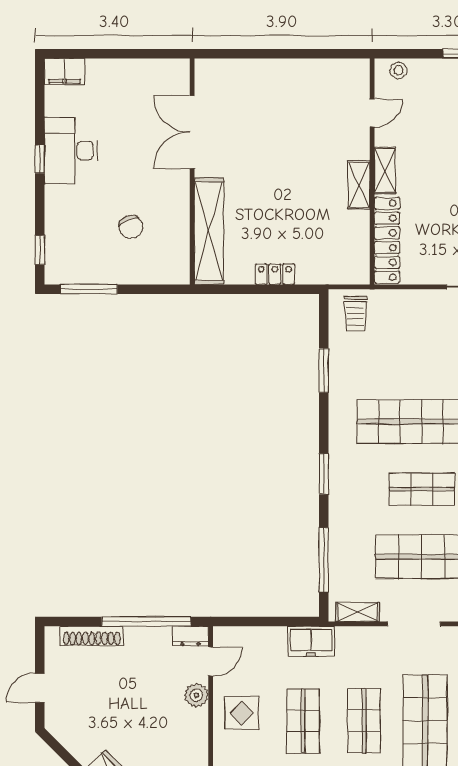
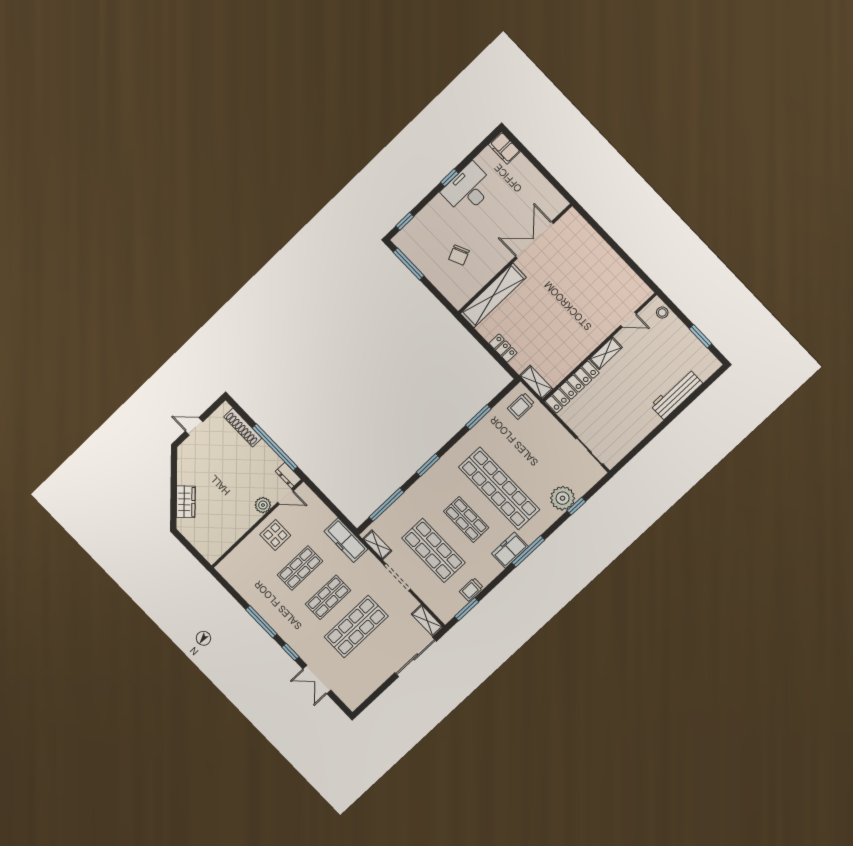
shelving: (359, 185) -> (536, 382), moved, turned 90
freezer: (311, 641) -> (346, 540), width x1.40

